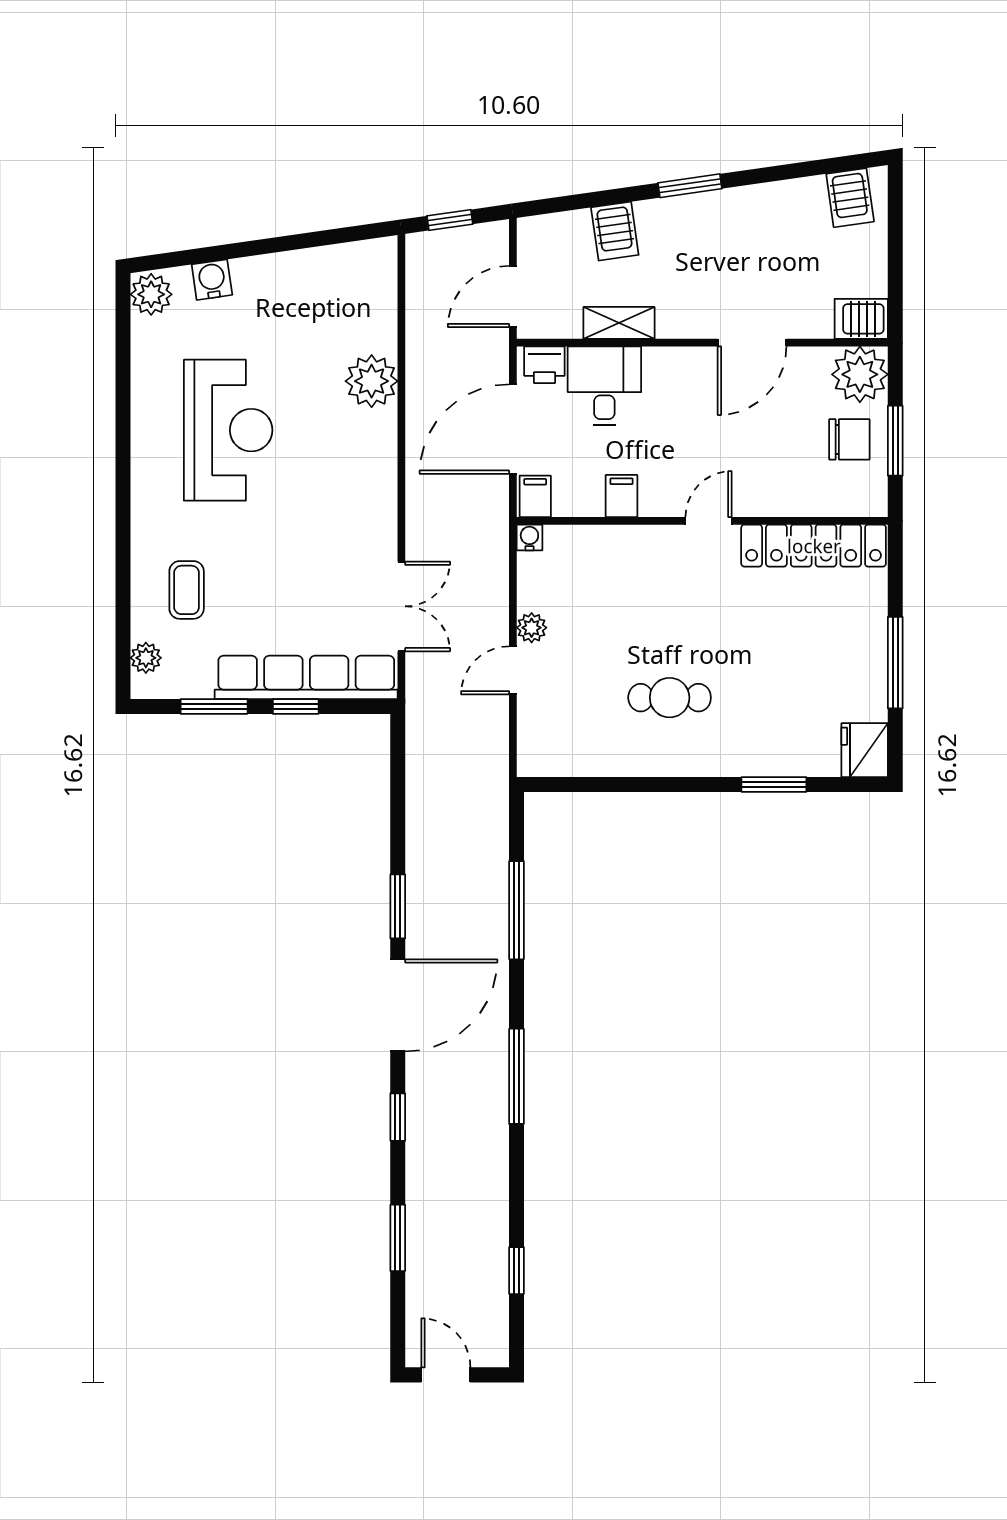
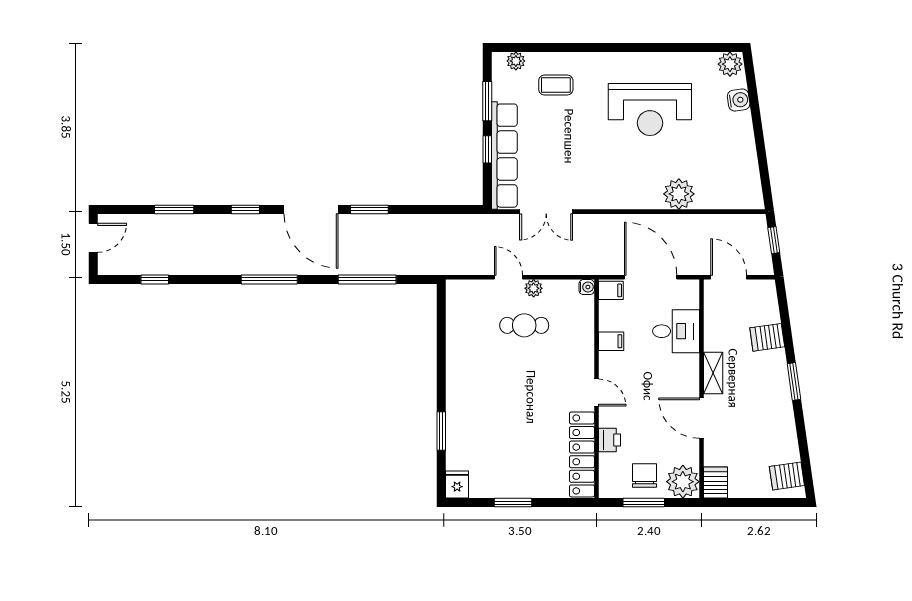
shelving: (619, 323) -> (713, 373), moved
printer: (544, 365) -> (610, 440), moved, turned 180
chair: (849, 439) -> (645, 476), turned 180
window: (895, 663) -> (513, 503), width x0.69
cafe table: (670, 698) -> (524, 325), moved, turned 90
fridge: (865, 750) -> (457, 485), width x0.72

